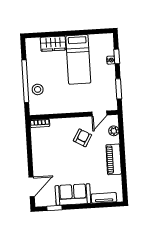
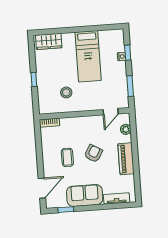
wardrobe: (53, 44) -> (49, 41), moved
window: (25, 81) -> (34, 79), width x0.32
stool: (38, 89) -> (66, 92), moved
armchair: (82, 138) -> (93, 153), moved
coffee table: (57, 157) -> (67, 157), added

